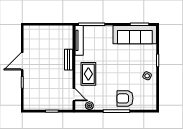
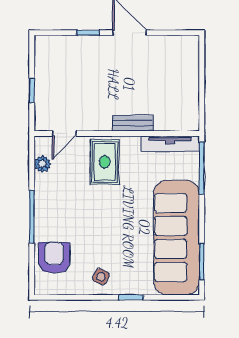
sofa: (135, 35) -> (177, 238), width x1.36, depth x1.27
rug: (88, 74) -> (105, 162), turned 90
armchair: (125, 98) -> (54, 258), moved

